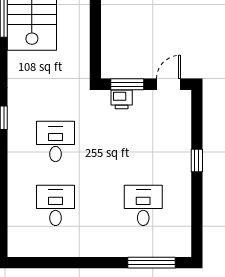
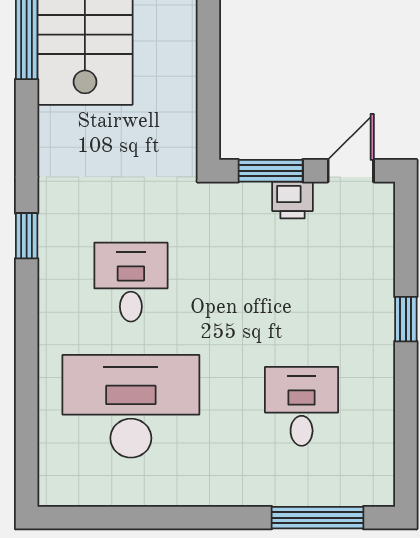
printer: (122, 99) -> (292, 200), moved
desk: (56, 205) -> (131, 406), width x1.87, depth x1.30

